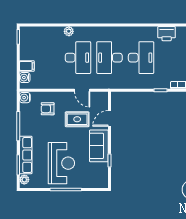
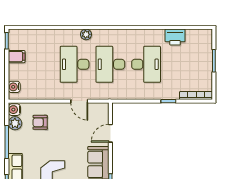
plant: (69, 31) -> (86, 34), moved
desk: (78, 58) -> (75, 64), turned 180
filing cabinet: (27, 66) -> (17, 57), moved
plant: (25, 110) -> (15, 123), added
rug: (77, 119) -> (74, 134), removed

